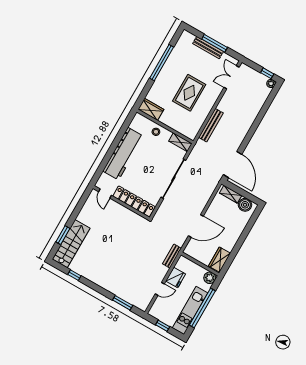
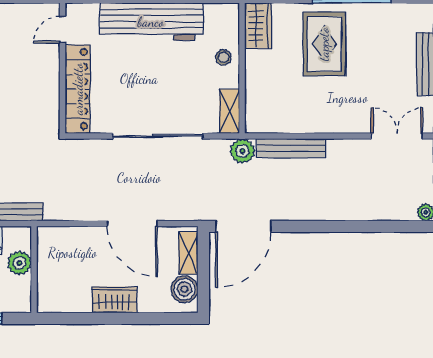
rug: (189, 93) -> (324, 44), moved, turned 90
plant: (200, 147) -> (242, 151), added
door: (196, 226) -> (132, 224), moved
wardrobe: (220, 260) -> (114, 300), moved
plant: (210, 278) -> (19, 263), moved

